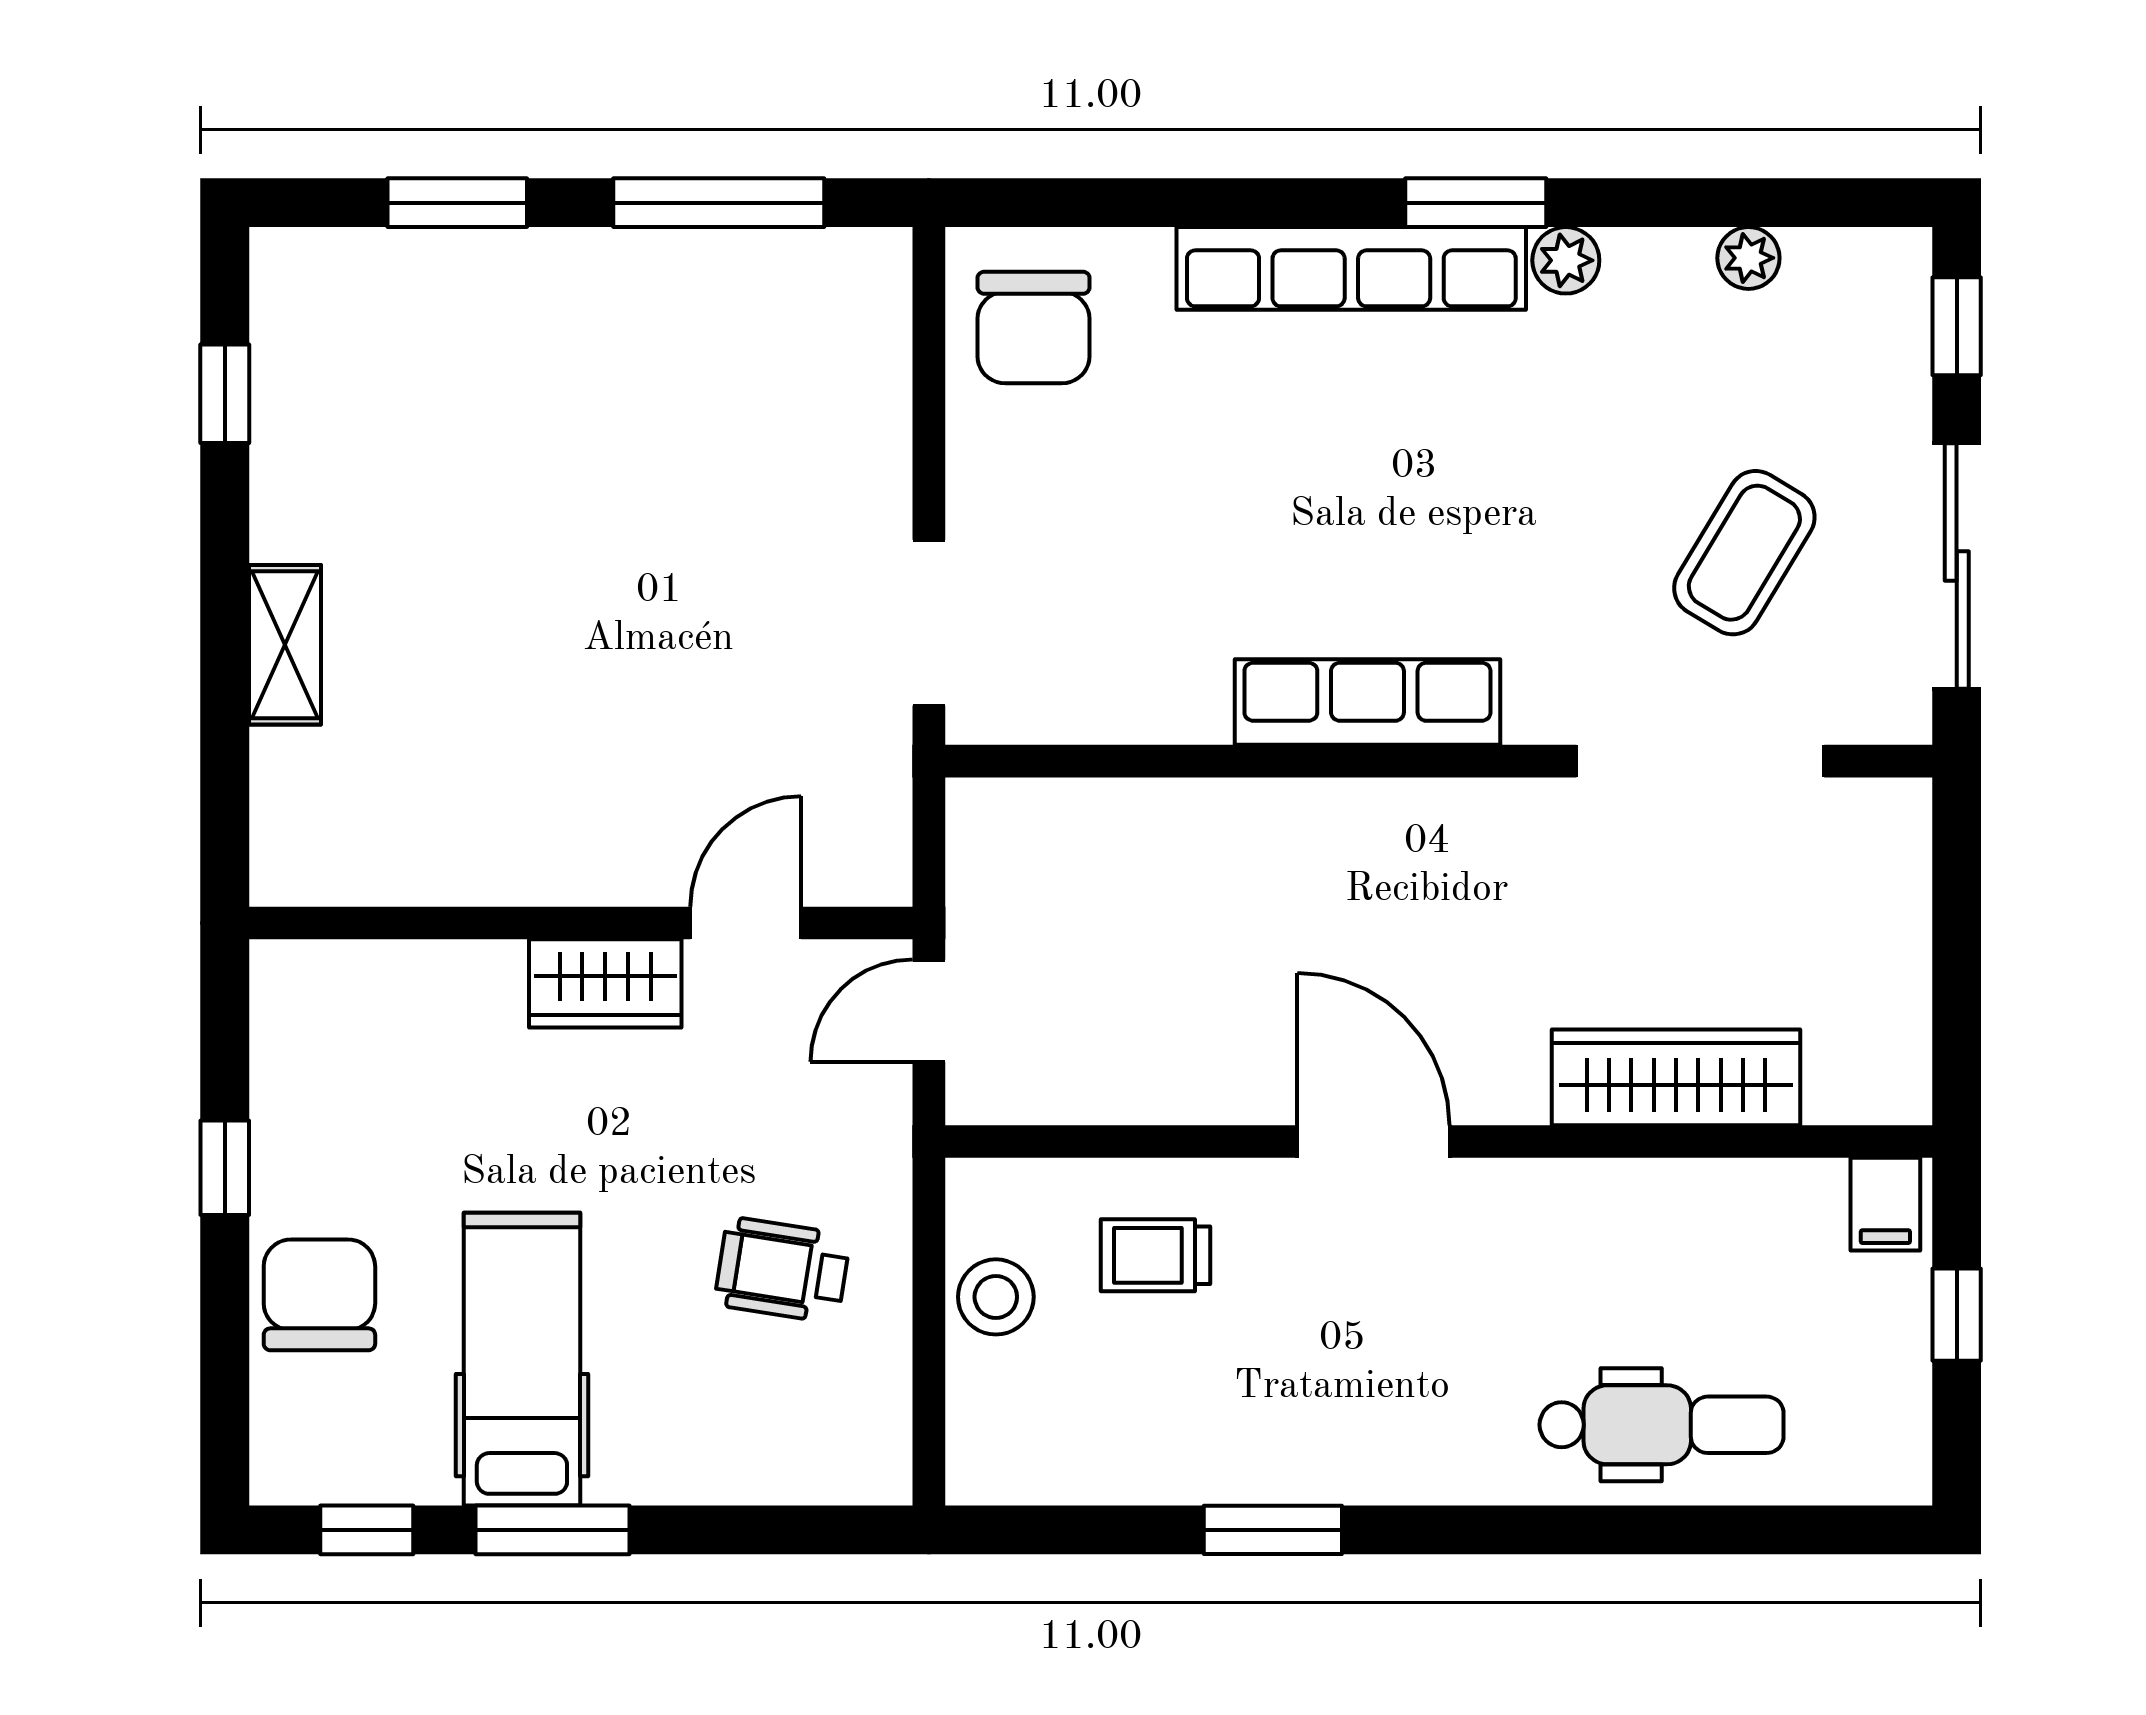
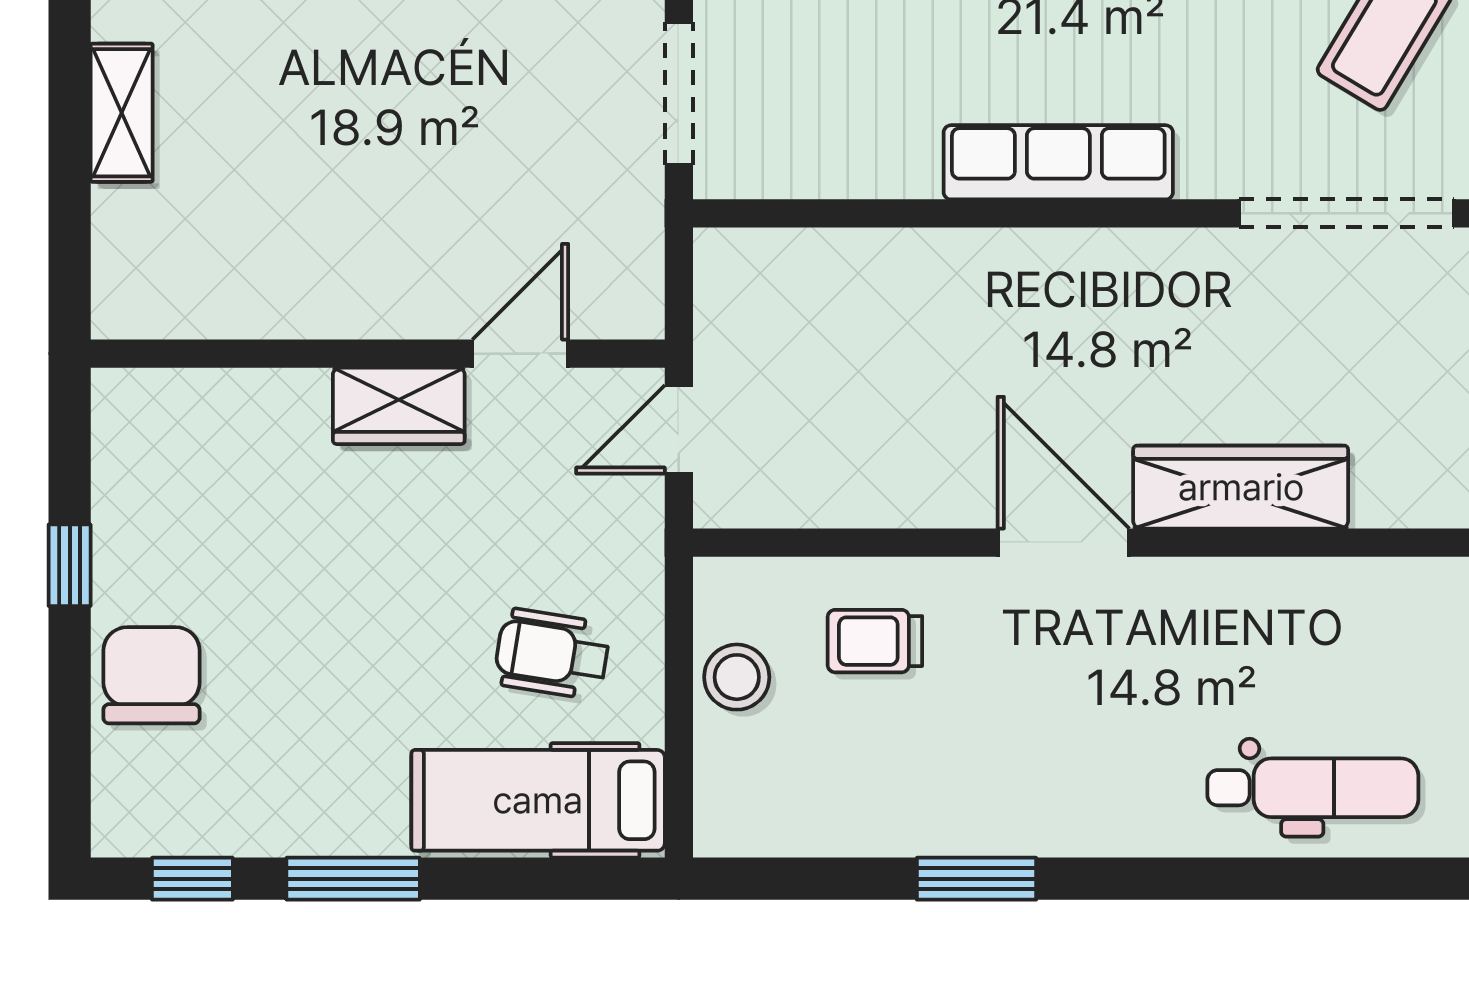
wardrobe: (1676, 1077) -> (1241, 487), moved
hospital bed: (522, 1359) -> (538, 800), moved, turned -90

